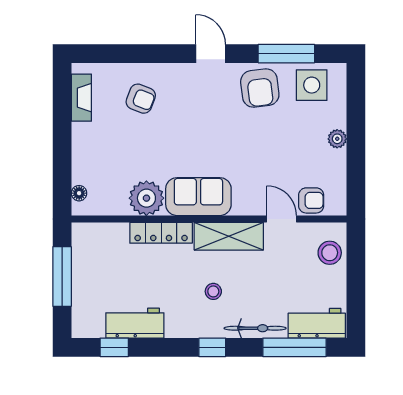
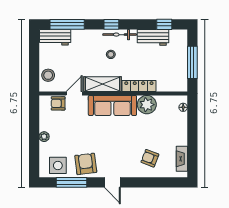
sofa: (198, 197) -> (112, 105), width x1.36
door: (281, 219) -> (74, 93), swing flipped
bicycle: (255, 328) -> (120, 35), moved

